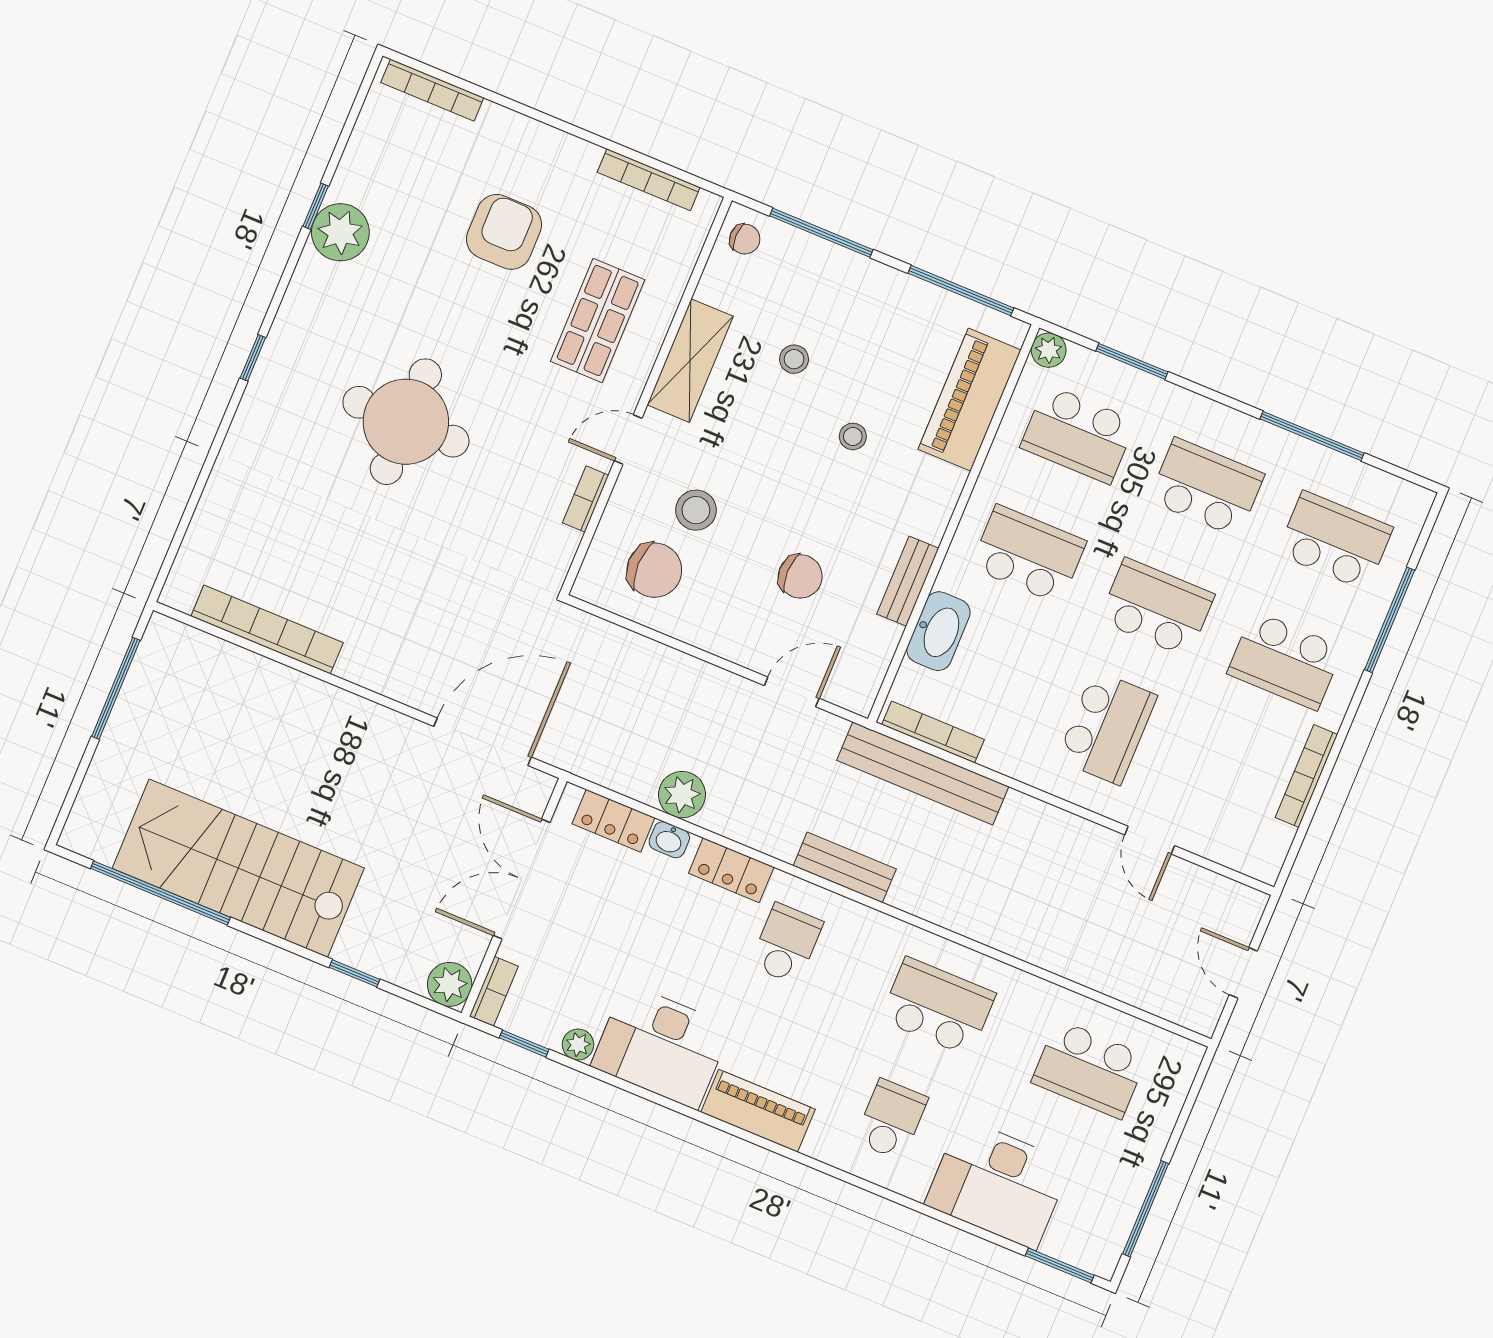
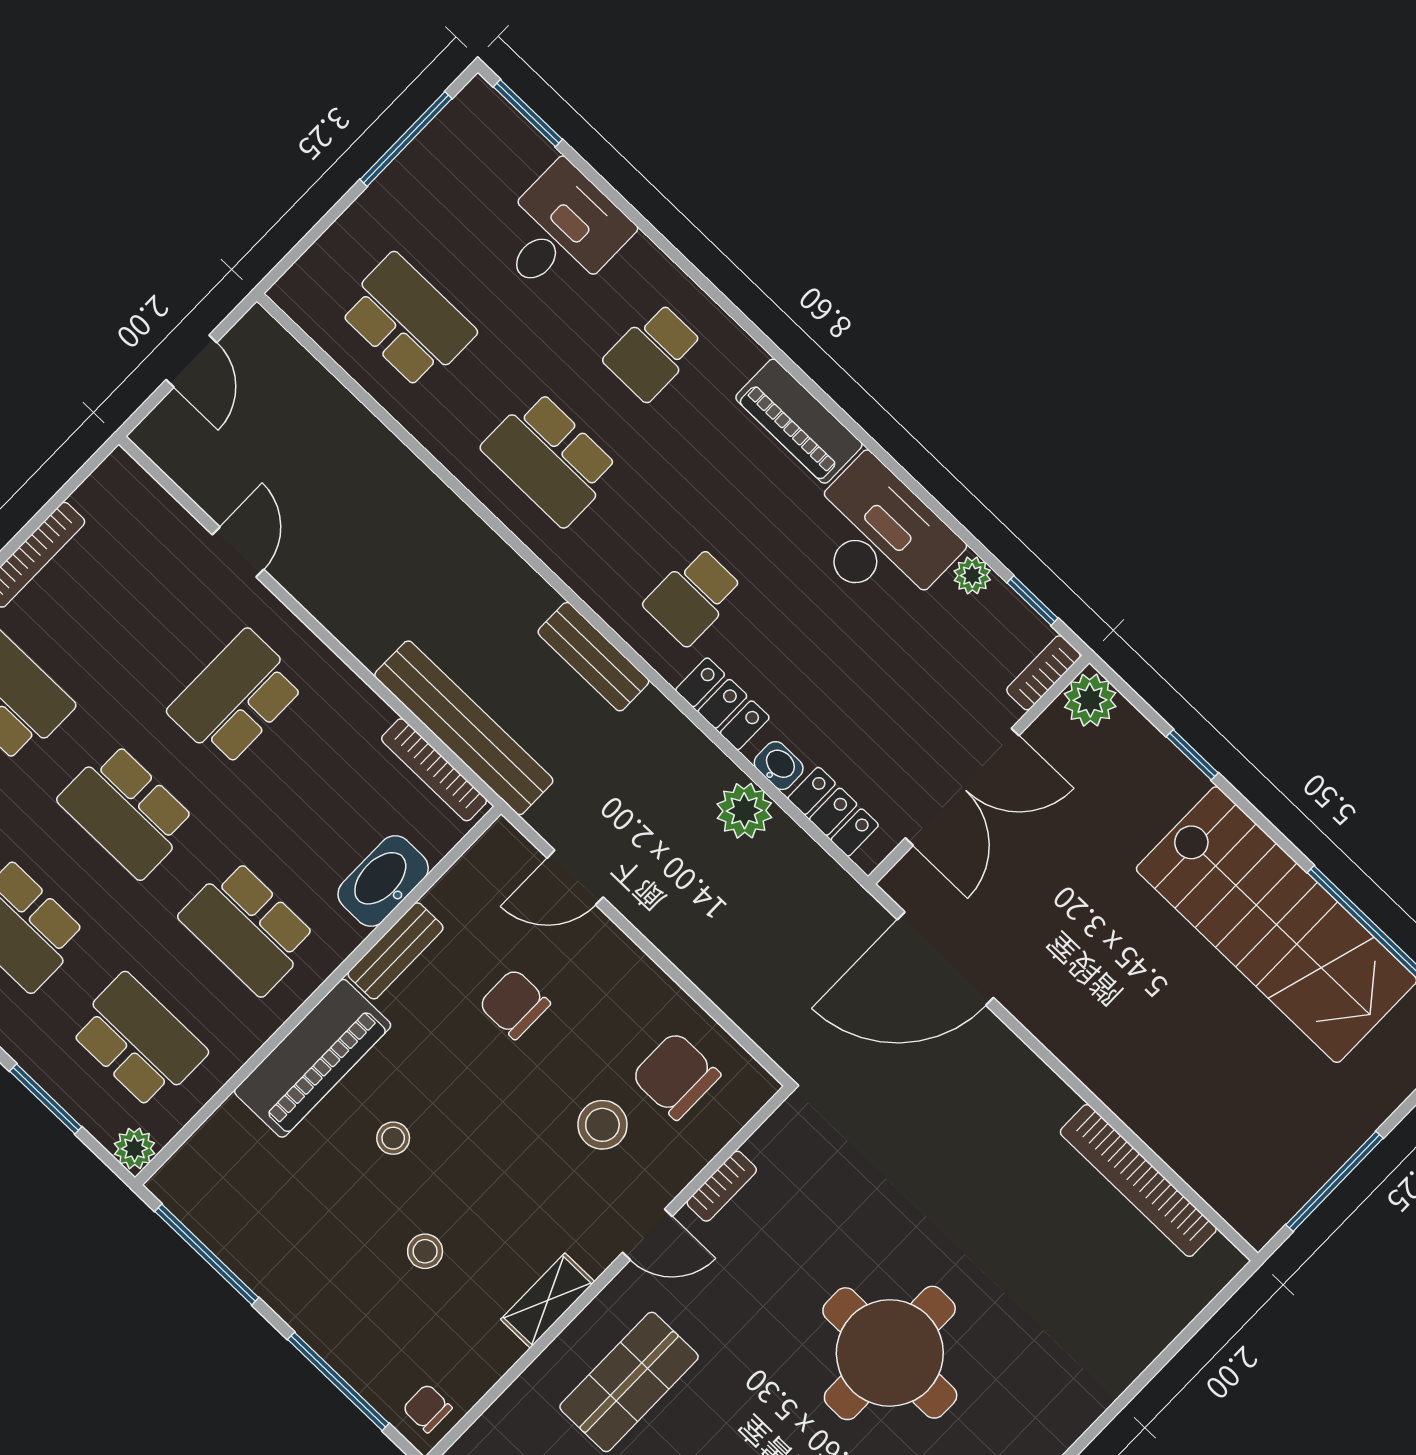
shelving: (690, 361) -> (548, 1301), width x0.67, depth x0.75
piano: (970, 400) -> (313, 1058), moved
desk: (998, 1184) -> (561, 233), width x0.73

